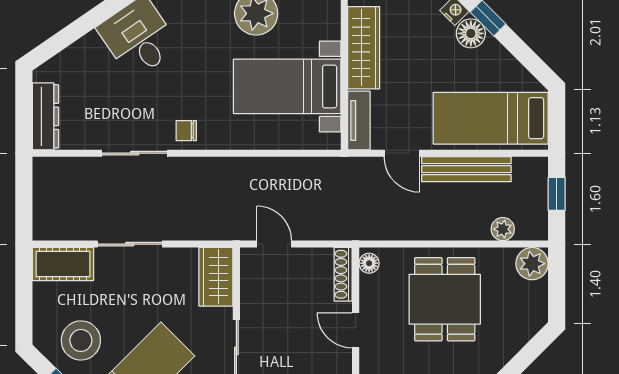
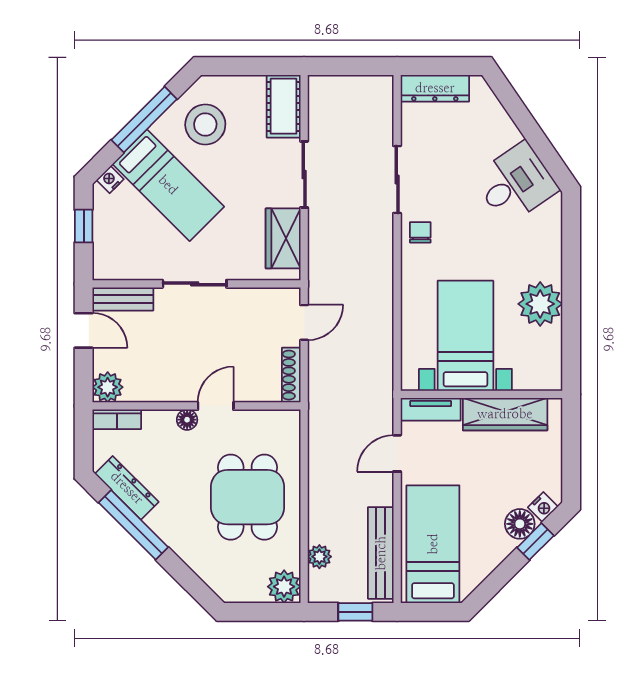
bench: (466, 169) -> (381, 553), moved
floor lamp: (369, 263) -> (187, 420), moved
shoe rack: (343, 274) -> (291, 375), moved, turned -90
wardrobe: (216, 277) -> (283, 238), moved, turned -90
dining table: (445, 299) -> (248, 497), turned 90

